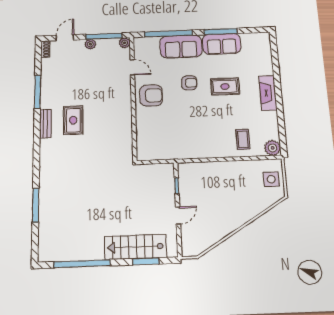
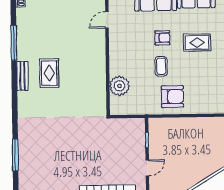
door: (132, 67) -> (107, 20), swing flipped
armchair: (151, 95) -> (172, 97), moved
plant: (146, 131) -> (119, 86), added
coffee table: (243, 139) -> (161, 66), moved

